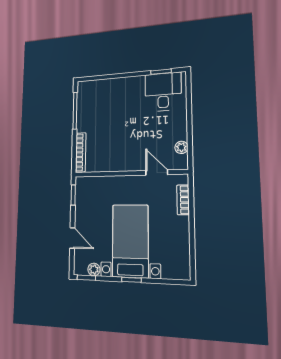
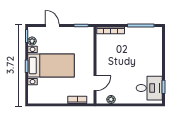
door: (72, 238) -> (52, 25), swing flipped

